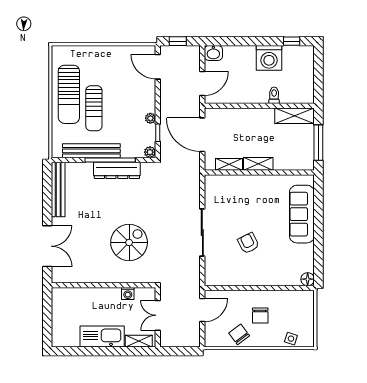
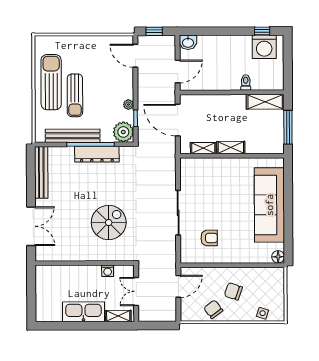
washing machine: (269, 58) -> (264, 47), moved
sun lounger: (69, 94) -> (51, 82), turned 180
plant: (150, 152) -> (123, 132), width x1.88, depth x1.88
sofa: (302, 214) -> (269, 205), width x1.36, depth x1.27
armchair: (248, 243) -> (209, 238), moved, turned 117
chair: (260, 316) -> (233, 291), turned 109

